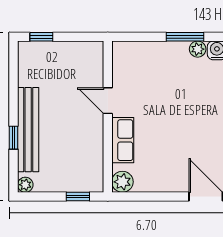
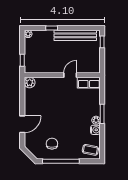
bench: (28, 130) -> (75, 35), moved
row of seats: (123, 140) -> (89, 83), moved

